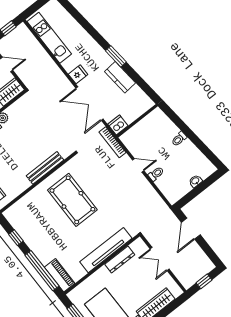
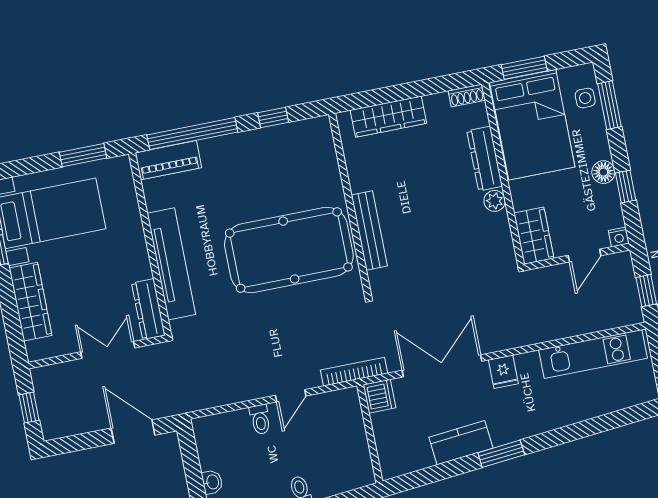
pool table: (72, 200) -> (289, 250), width x1.36, depth x1.32
dresser: (120, 259) -> (148, 309), moved

